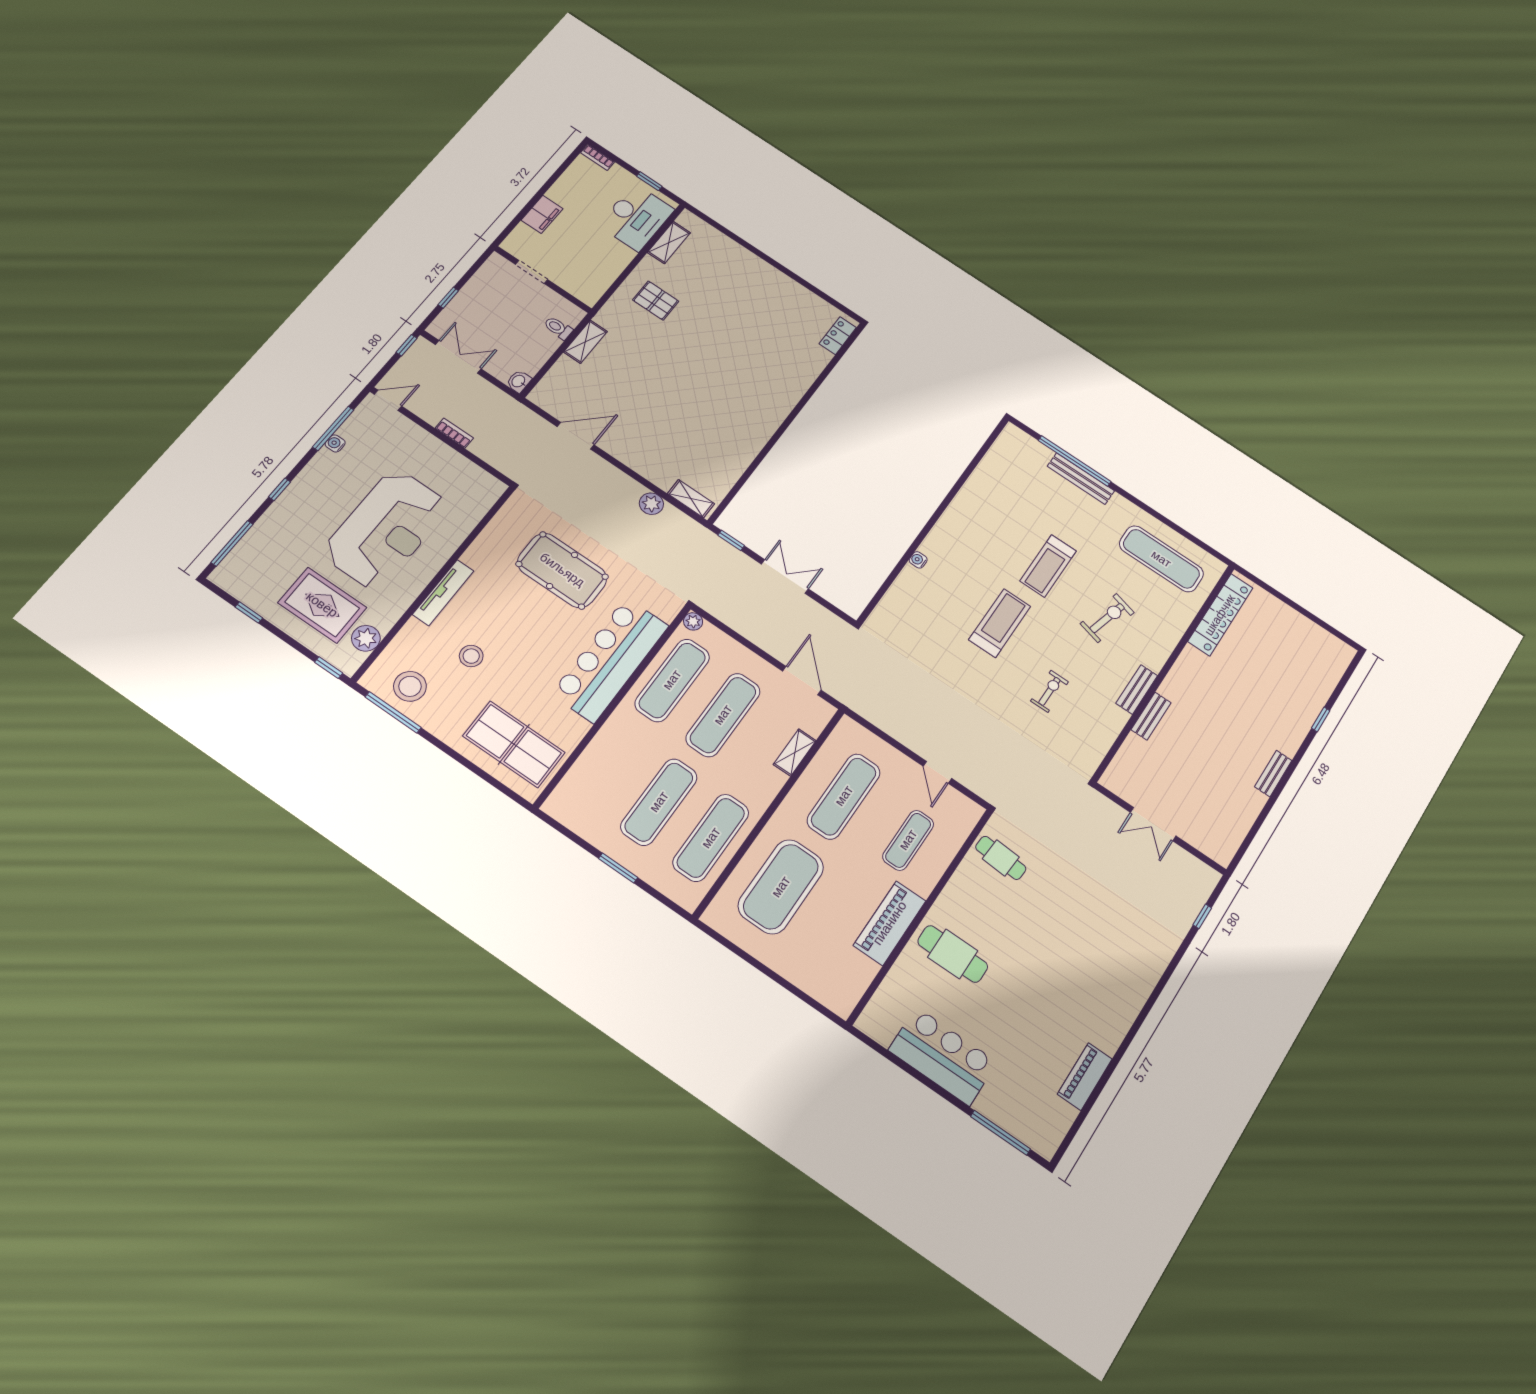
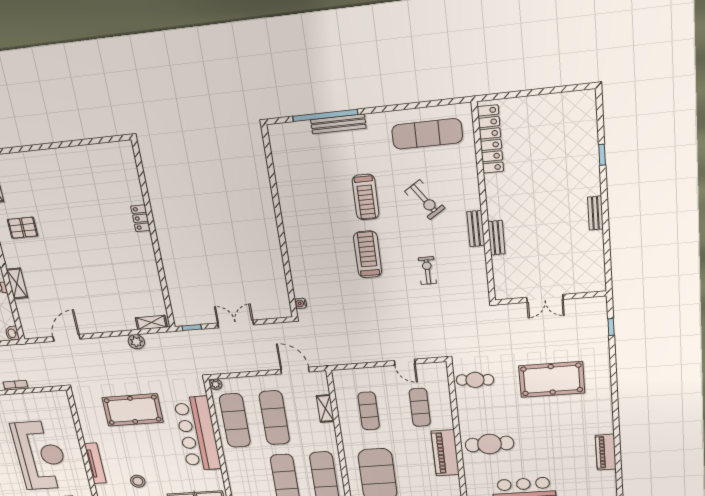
locker: (838, 336) -> (141, 218), moved
water cooler: (918, 560) -> (301, 303), moved
exercise bike: (1107, 618) -> (425, 200), turned 131
exercise mat: (844, 796) -> (369, 411), width x0.73, depth x0.69
pool table: (1090, 928) -> (552, 379), added

